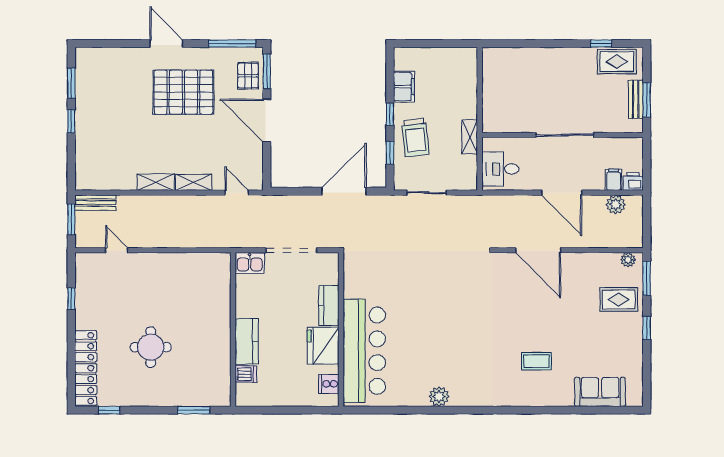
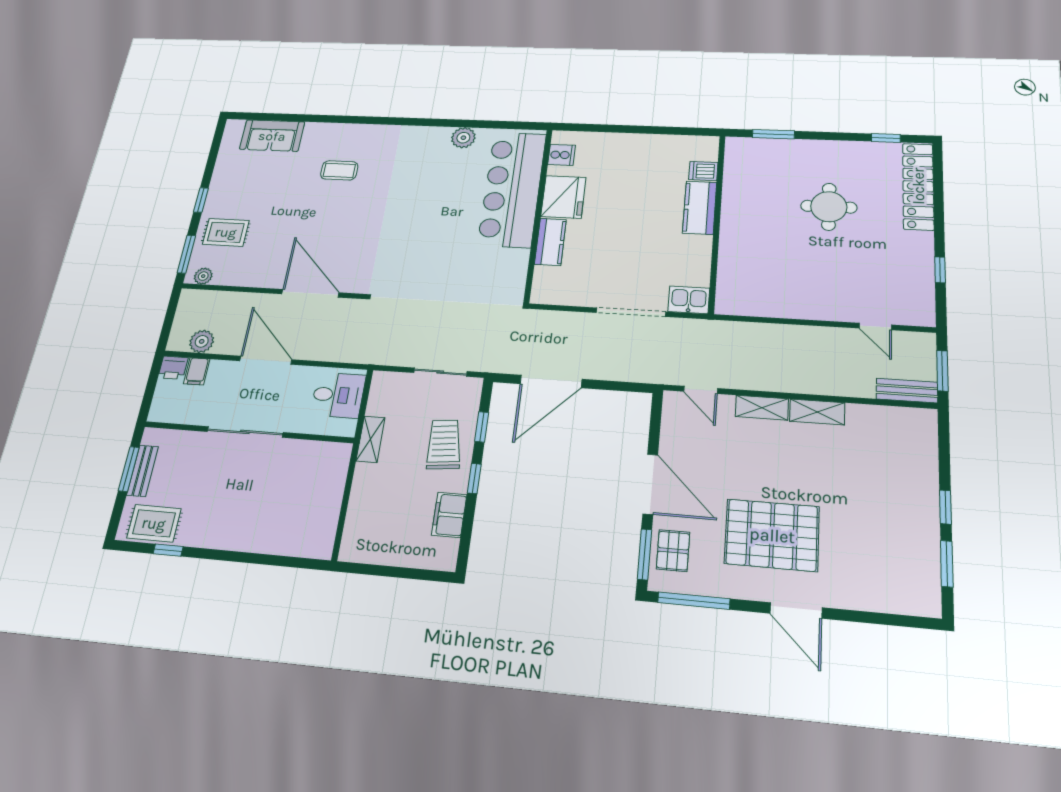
kitchen counter: (329, 306) -> (550, 242), moved
wall: (341, 329) -> (538, 214), moved
fridge: (323, 346) -> (563, 197), moved
bar counter: (364, 351) -> (512, 189), moved
cooker: (329, 384) -> (561, 155), moved

